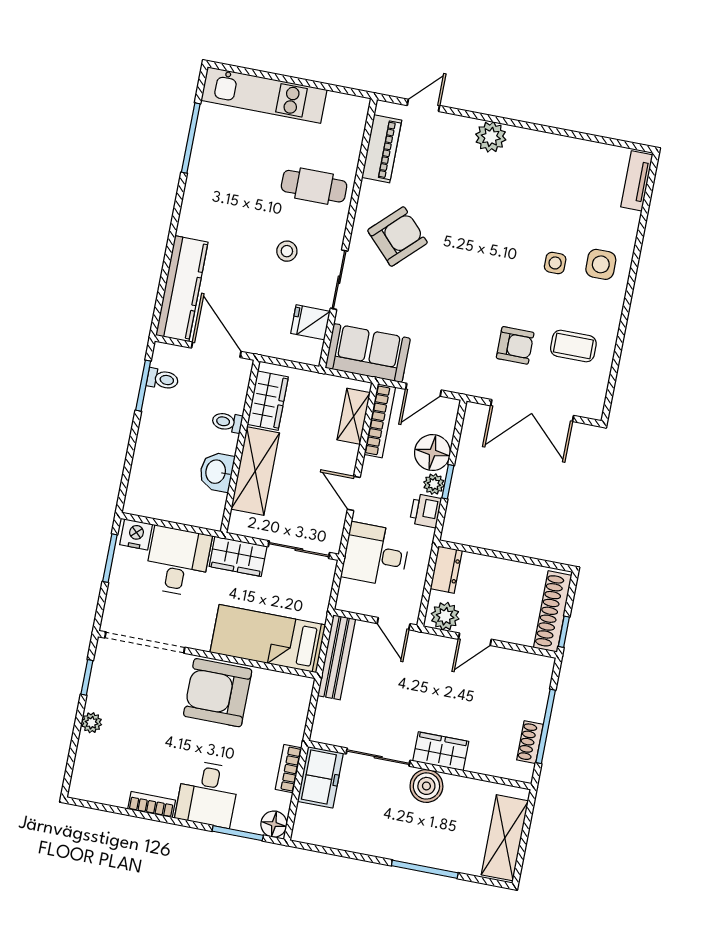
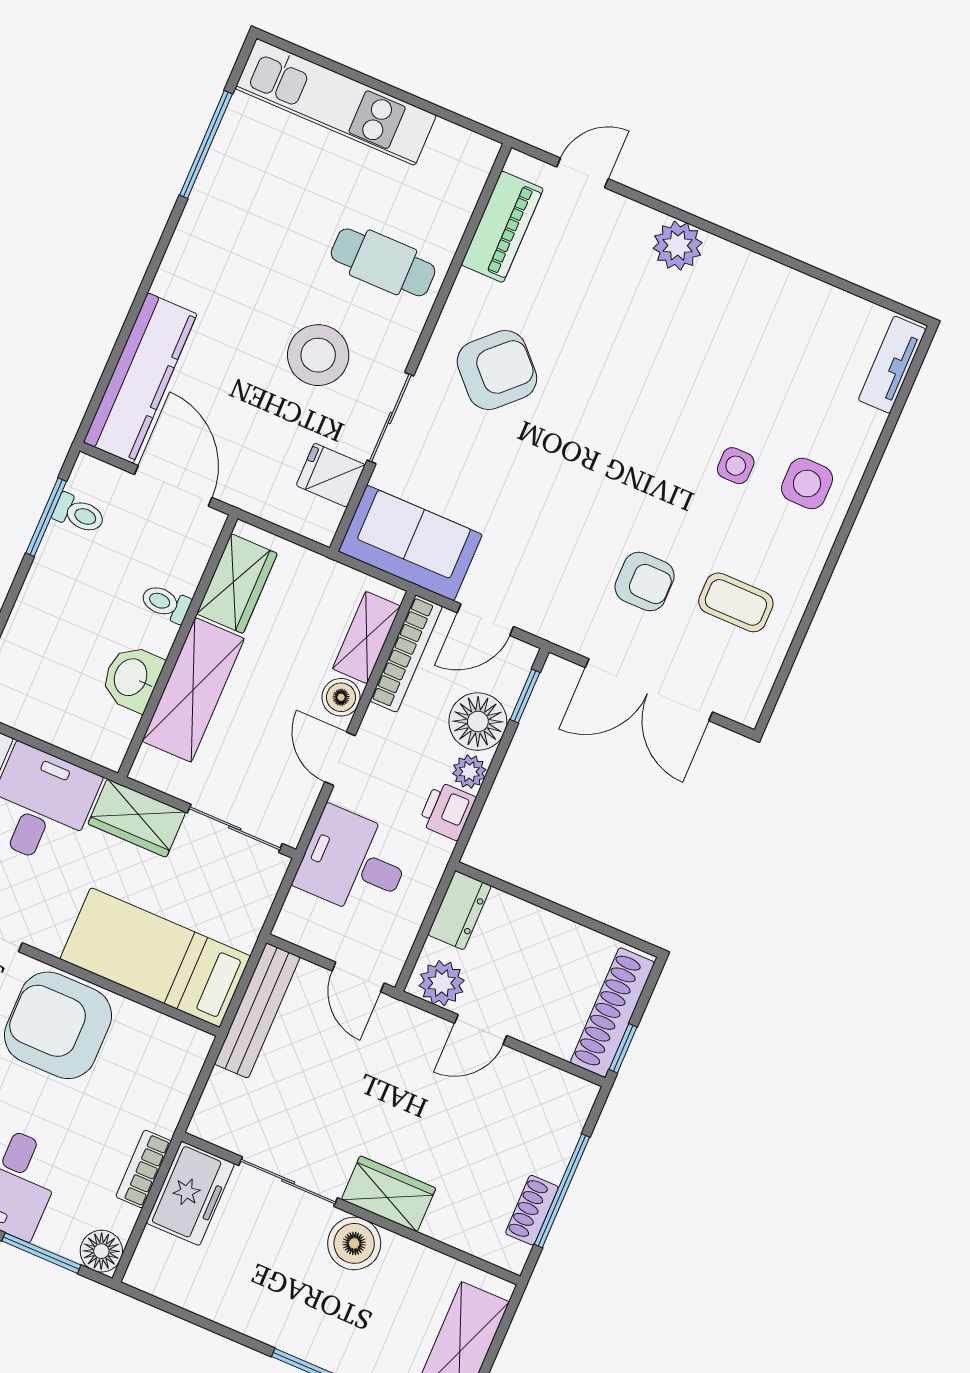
stool: (287, 251) -> (318, 355), width x1.89, depth x1.89
boiler: (346, 456) -> (341, 697), added
window: (448, 482) -> (525, 696), moved

